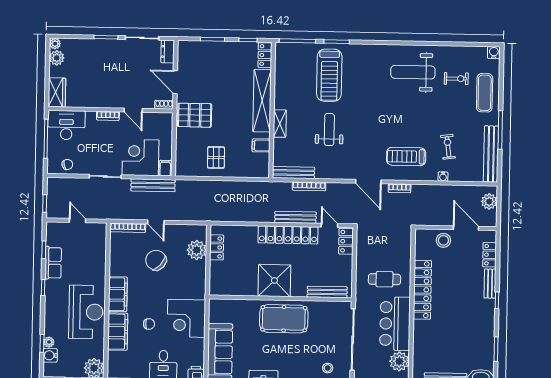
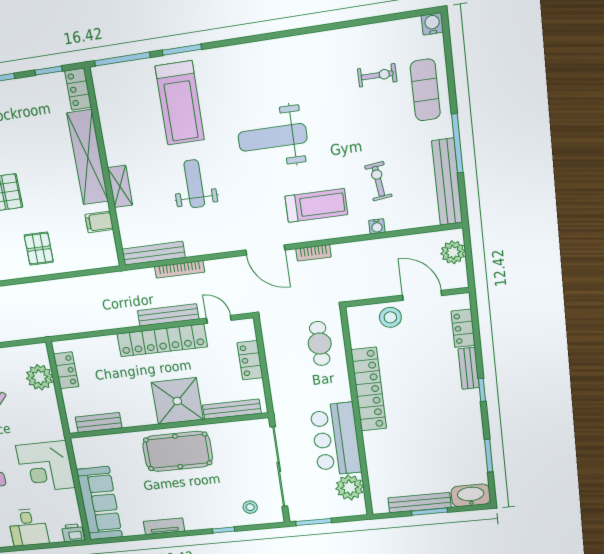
weight bench: (413, 72) -> (272, 137), moved
treadmill: (406, 157) -> (316, 205), turned 180
locker: (346, 241) -> (250, 360), moved
cafe table: (384, 279) -> (320, 344), moved, turned 90
shower: (274, 280) -> (177, 401), moved
bench: (232, 290) -> (99, 423), added

